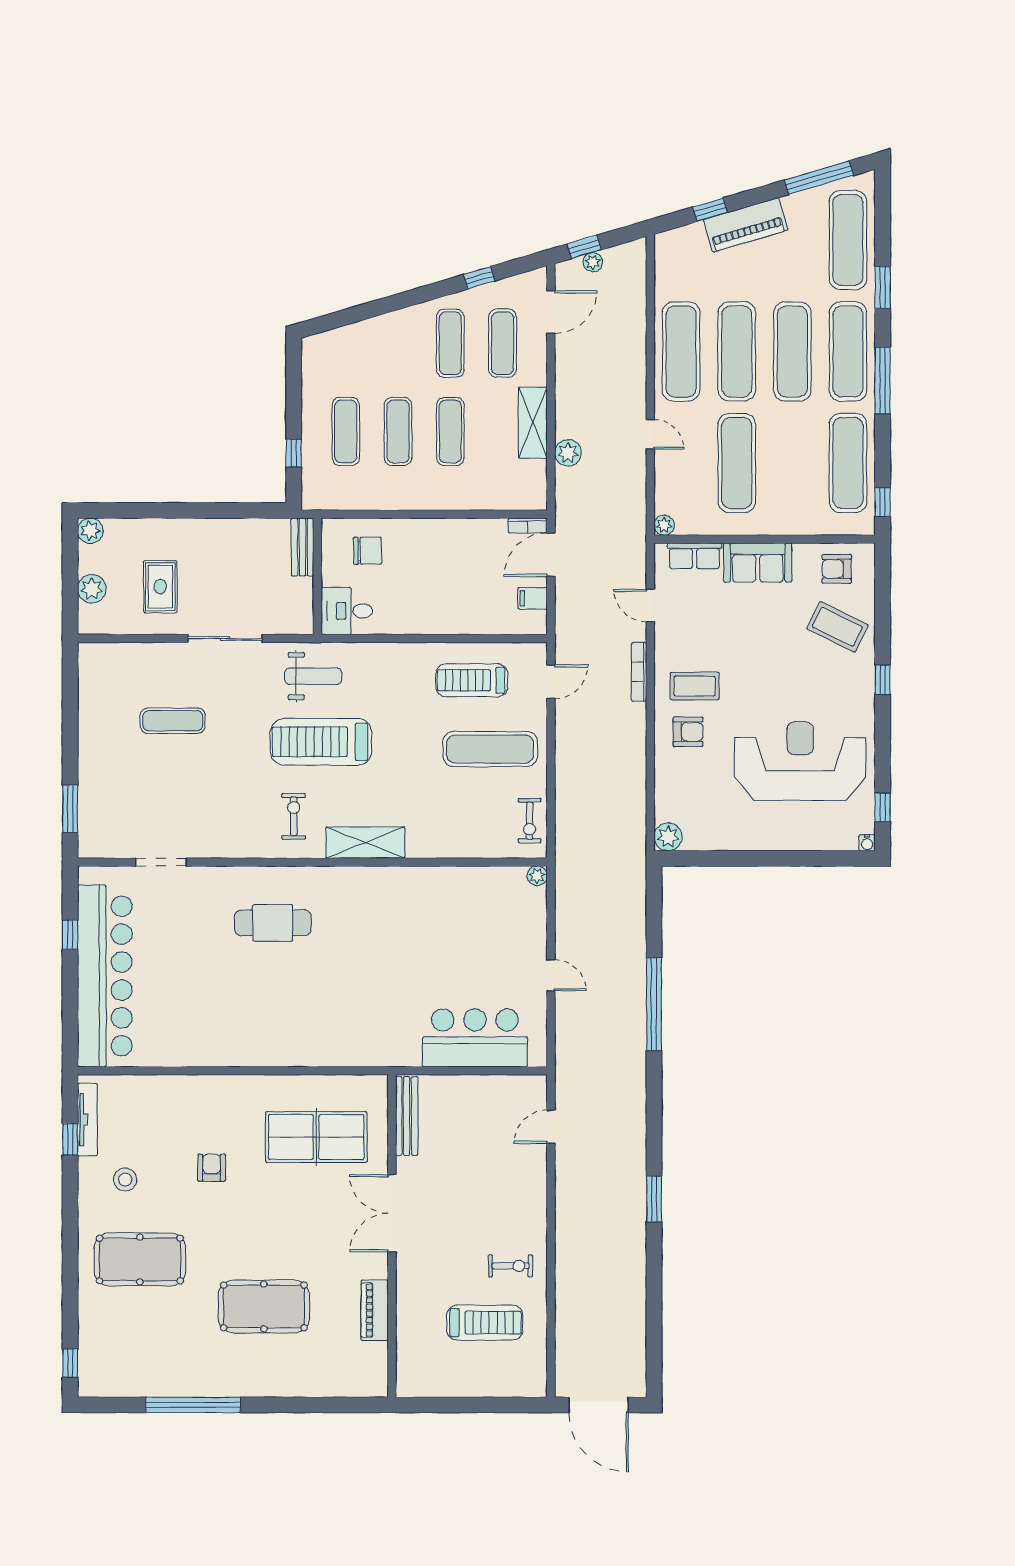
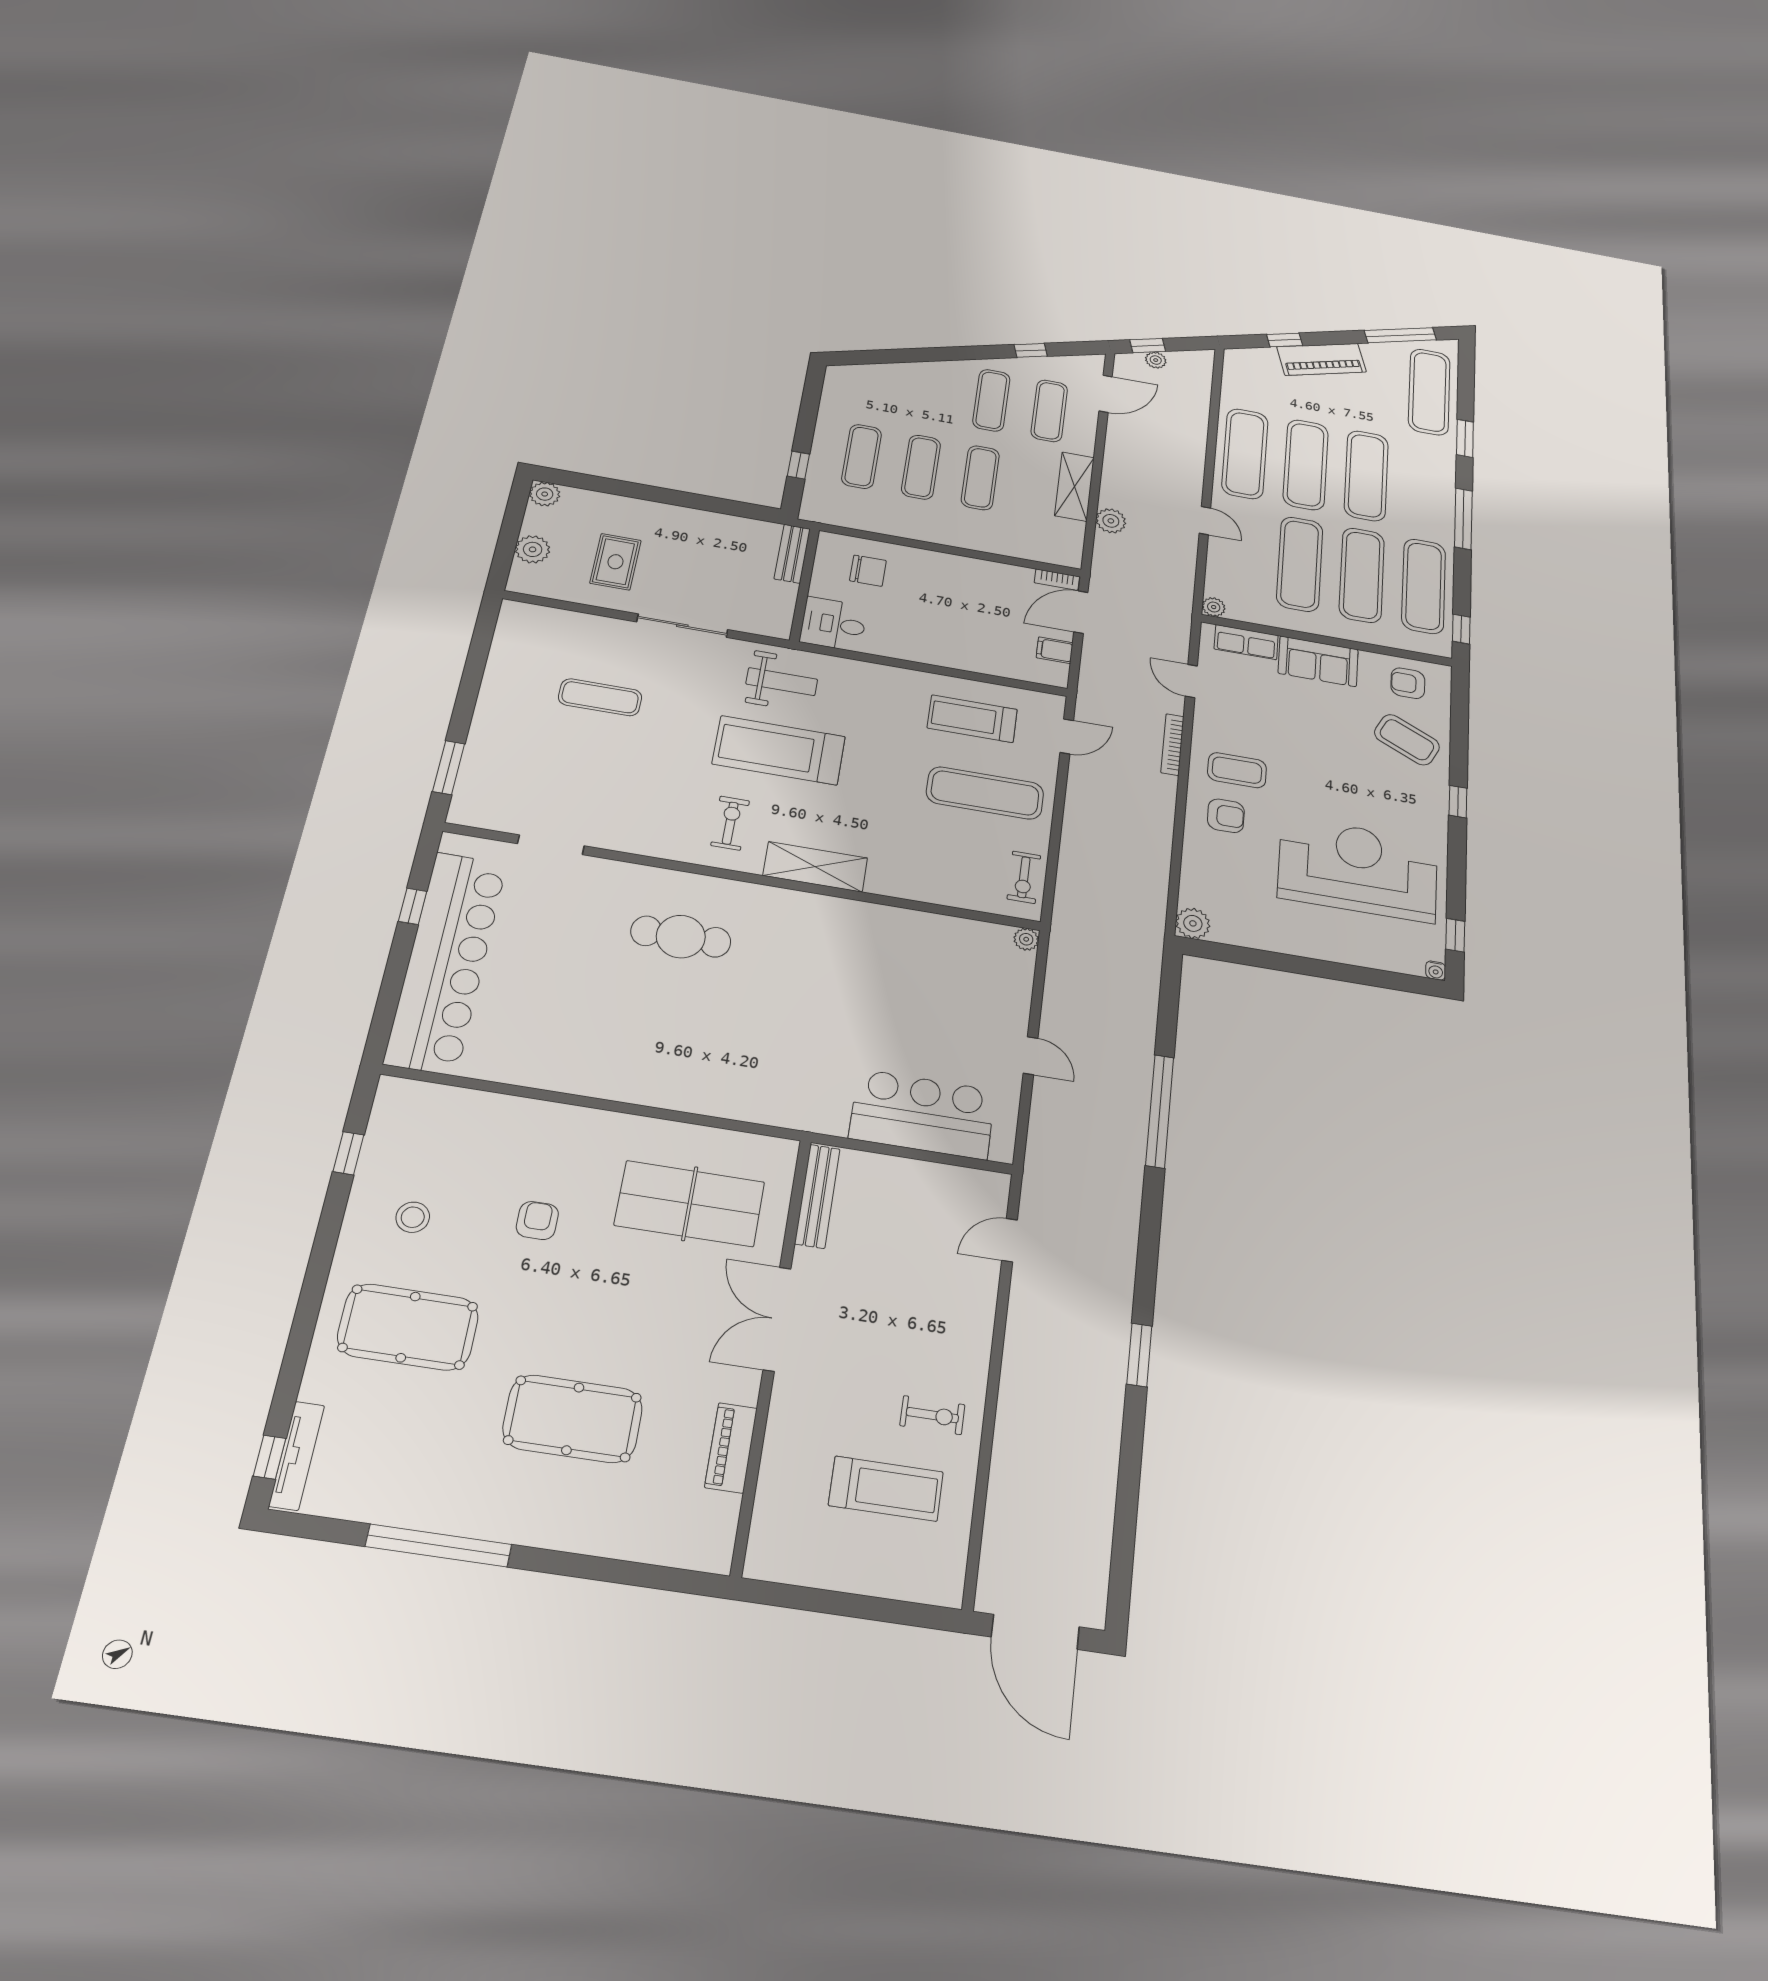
exercise mat: (848, 351) -> (1362, 575), moved
tv unit: (87, 1120) -> (297, 1456), moved

